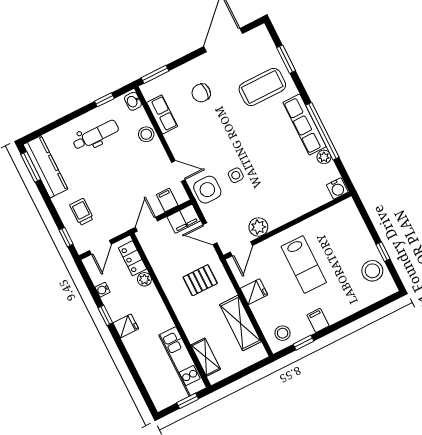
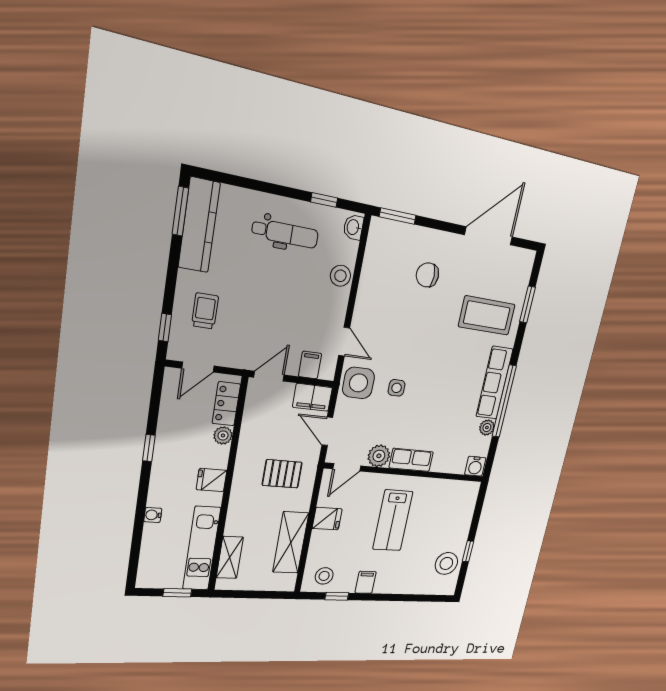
row of seats: (162, 114) -> (411, 460), moved, turned -90
water cooler: (103, 290) -> (153, 515), moved
fridge: (126, 326) -> (212, 480), moved, turned 180

